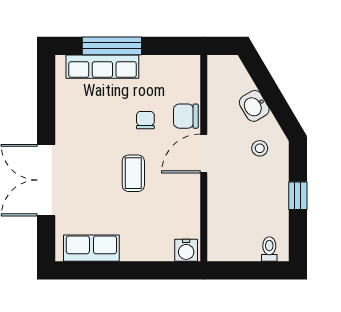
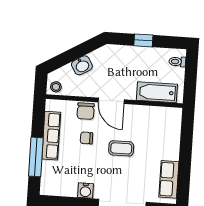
row of seats: (102, 67) -> (51, 136), moved
stool: (260, 148) -> (56, 87), moved
bathtub: (221, 221) -> (157, 92), added
water cooler: (186, 250) -> (85, 191), moved, turned 90

